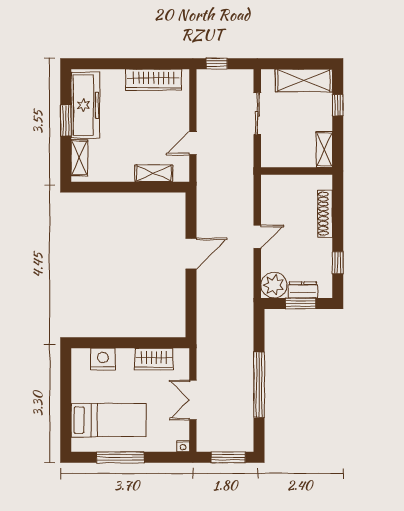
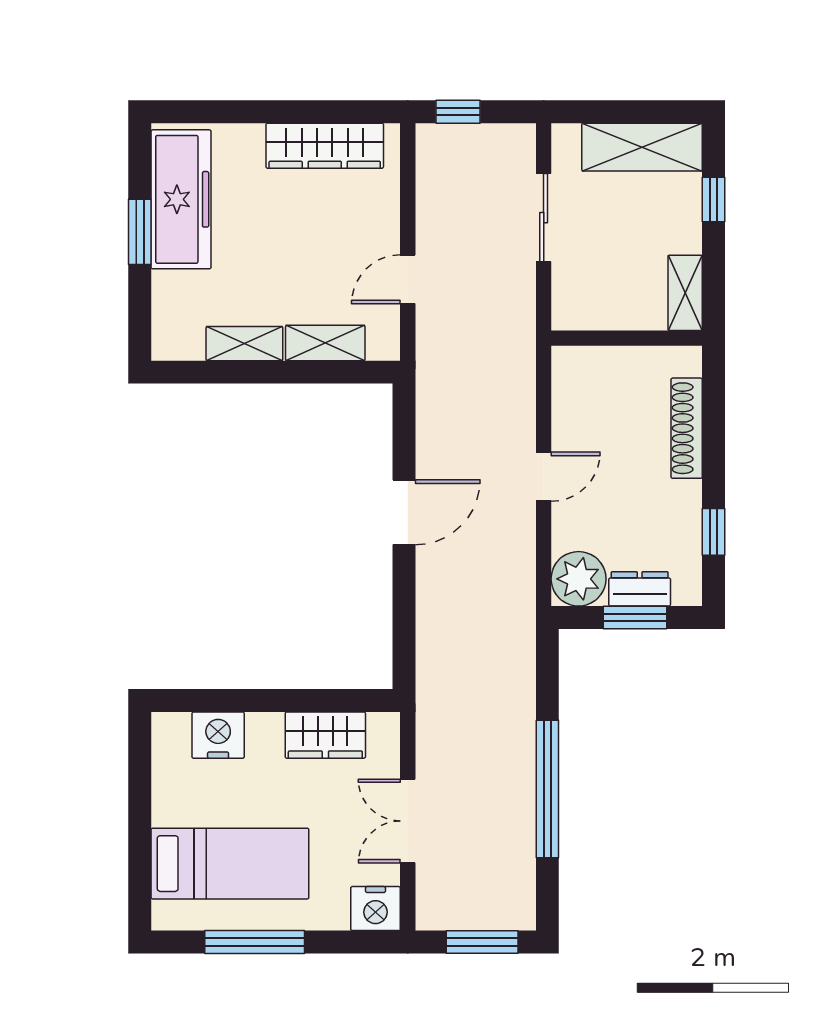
shelving: (79, 158) -> (244, 344), moved, turned 90
nightstand: (183, 446) -> (376, 909), width x1.89, depth x1.79

